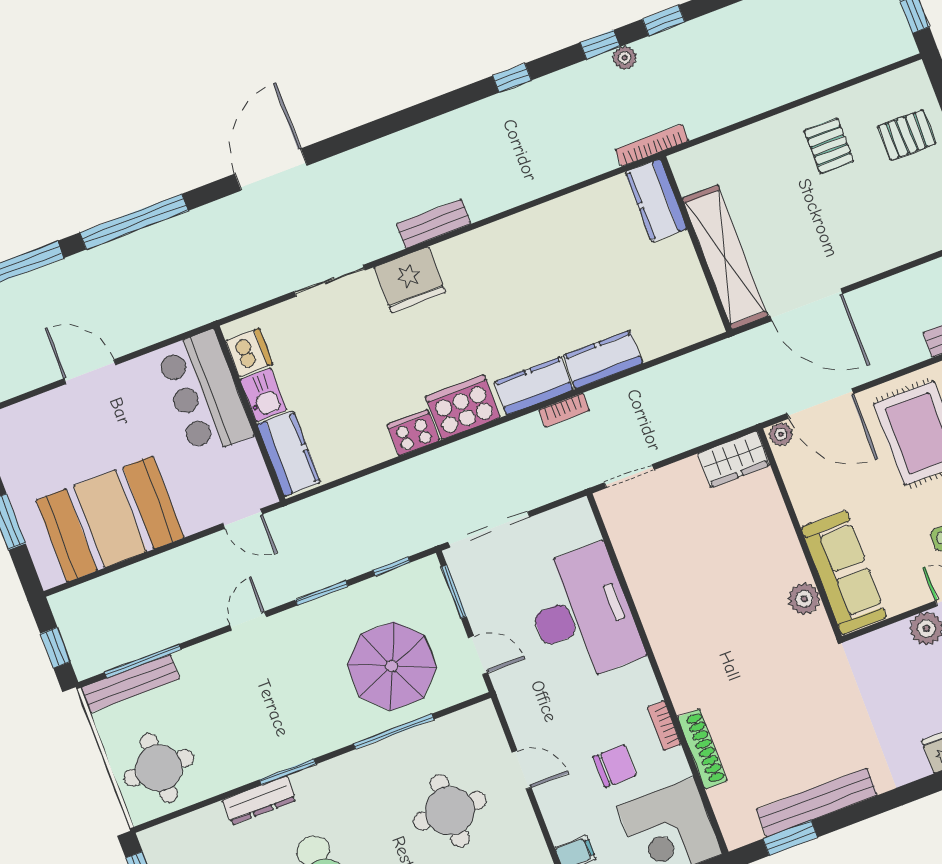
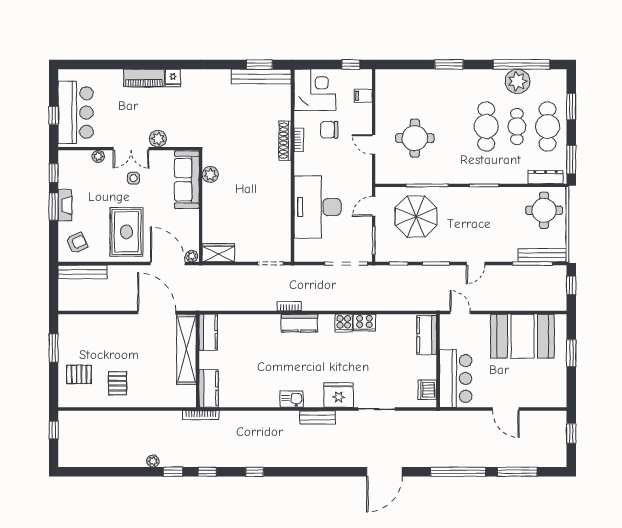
plant: (625, 58) -> (153, 461), moved
kitchen counter: (603, 359) -> (208, 332), moved, turned -90
kitchen sink: (263, 395) -> (292, 399), moved, turned 90
cooker: (463, 407) -> (344, 323), width x0.53, depth x0.76
door: (478, 655) -> (374, 206), hinge flipped
shoe rack: (702, 749) -> (285, 141), moved
dresser: (259, 800) -> (546, 177), moved
bench: (817, 802) -> (261, 76), moved

